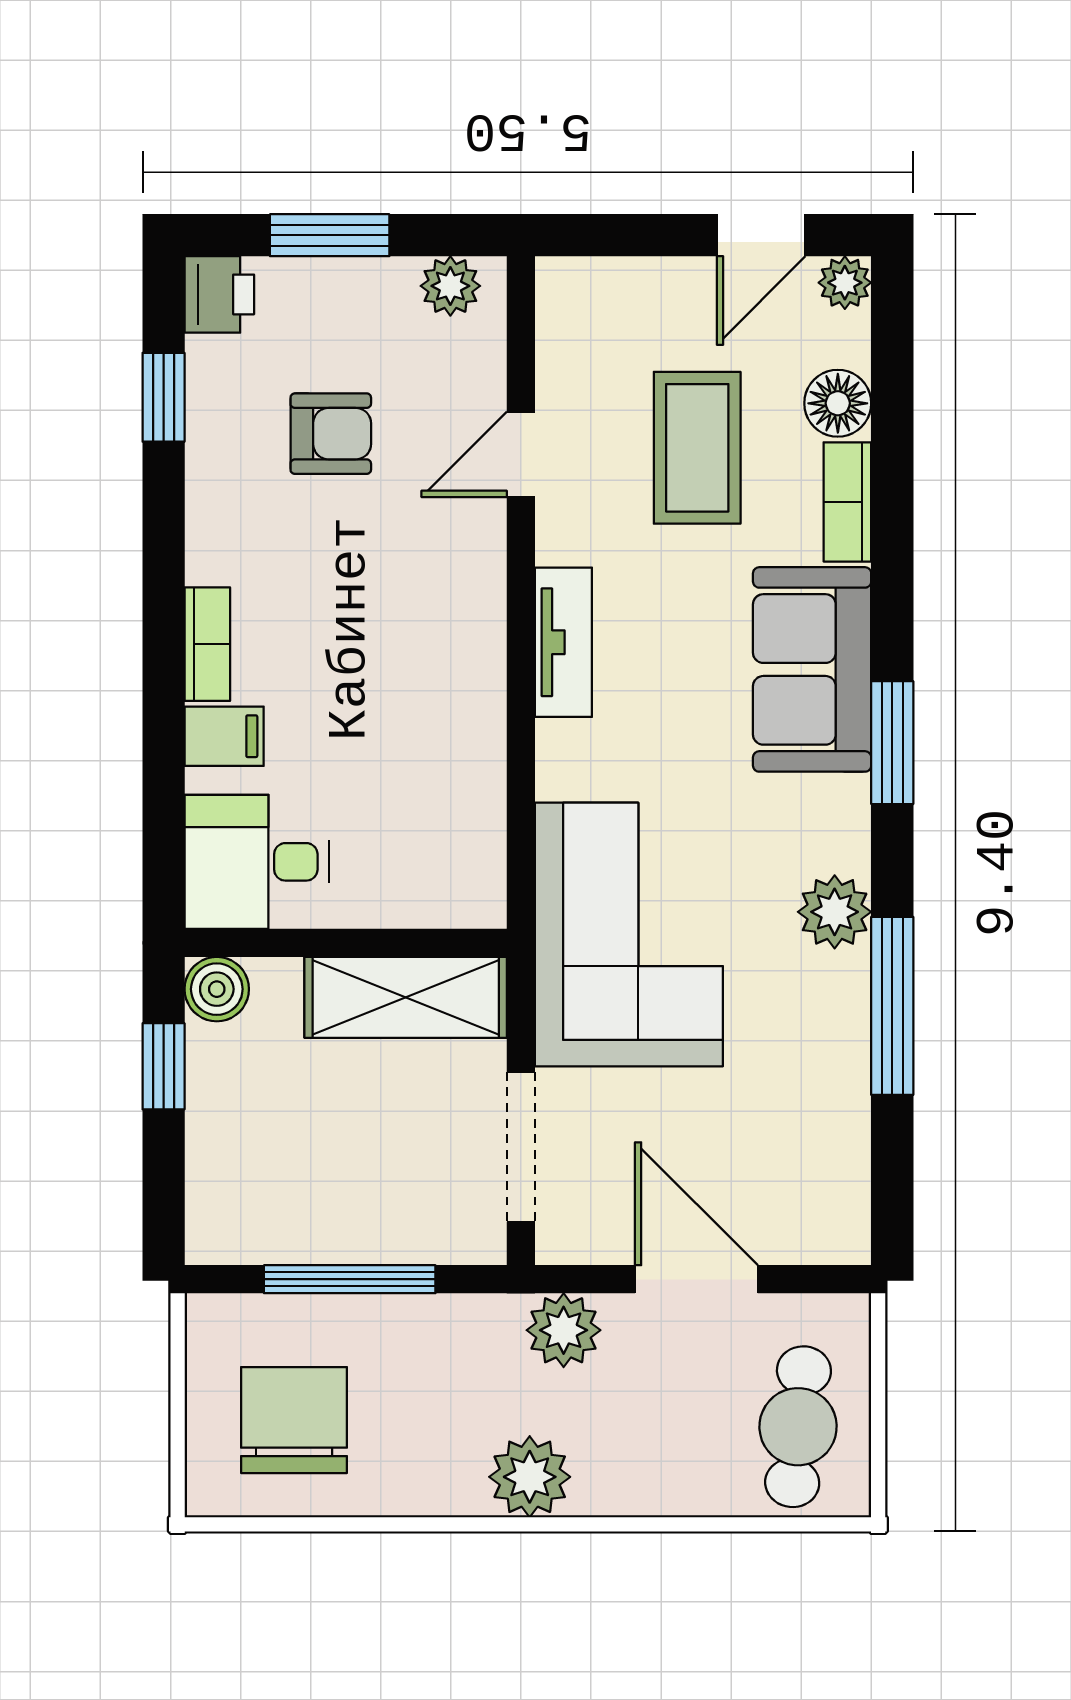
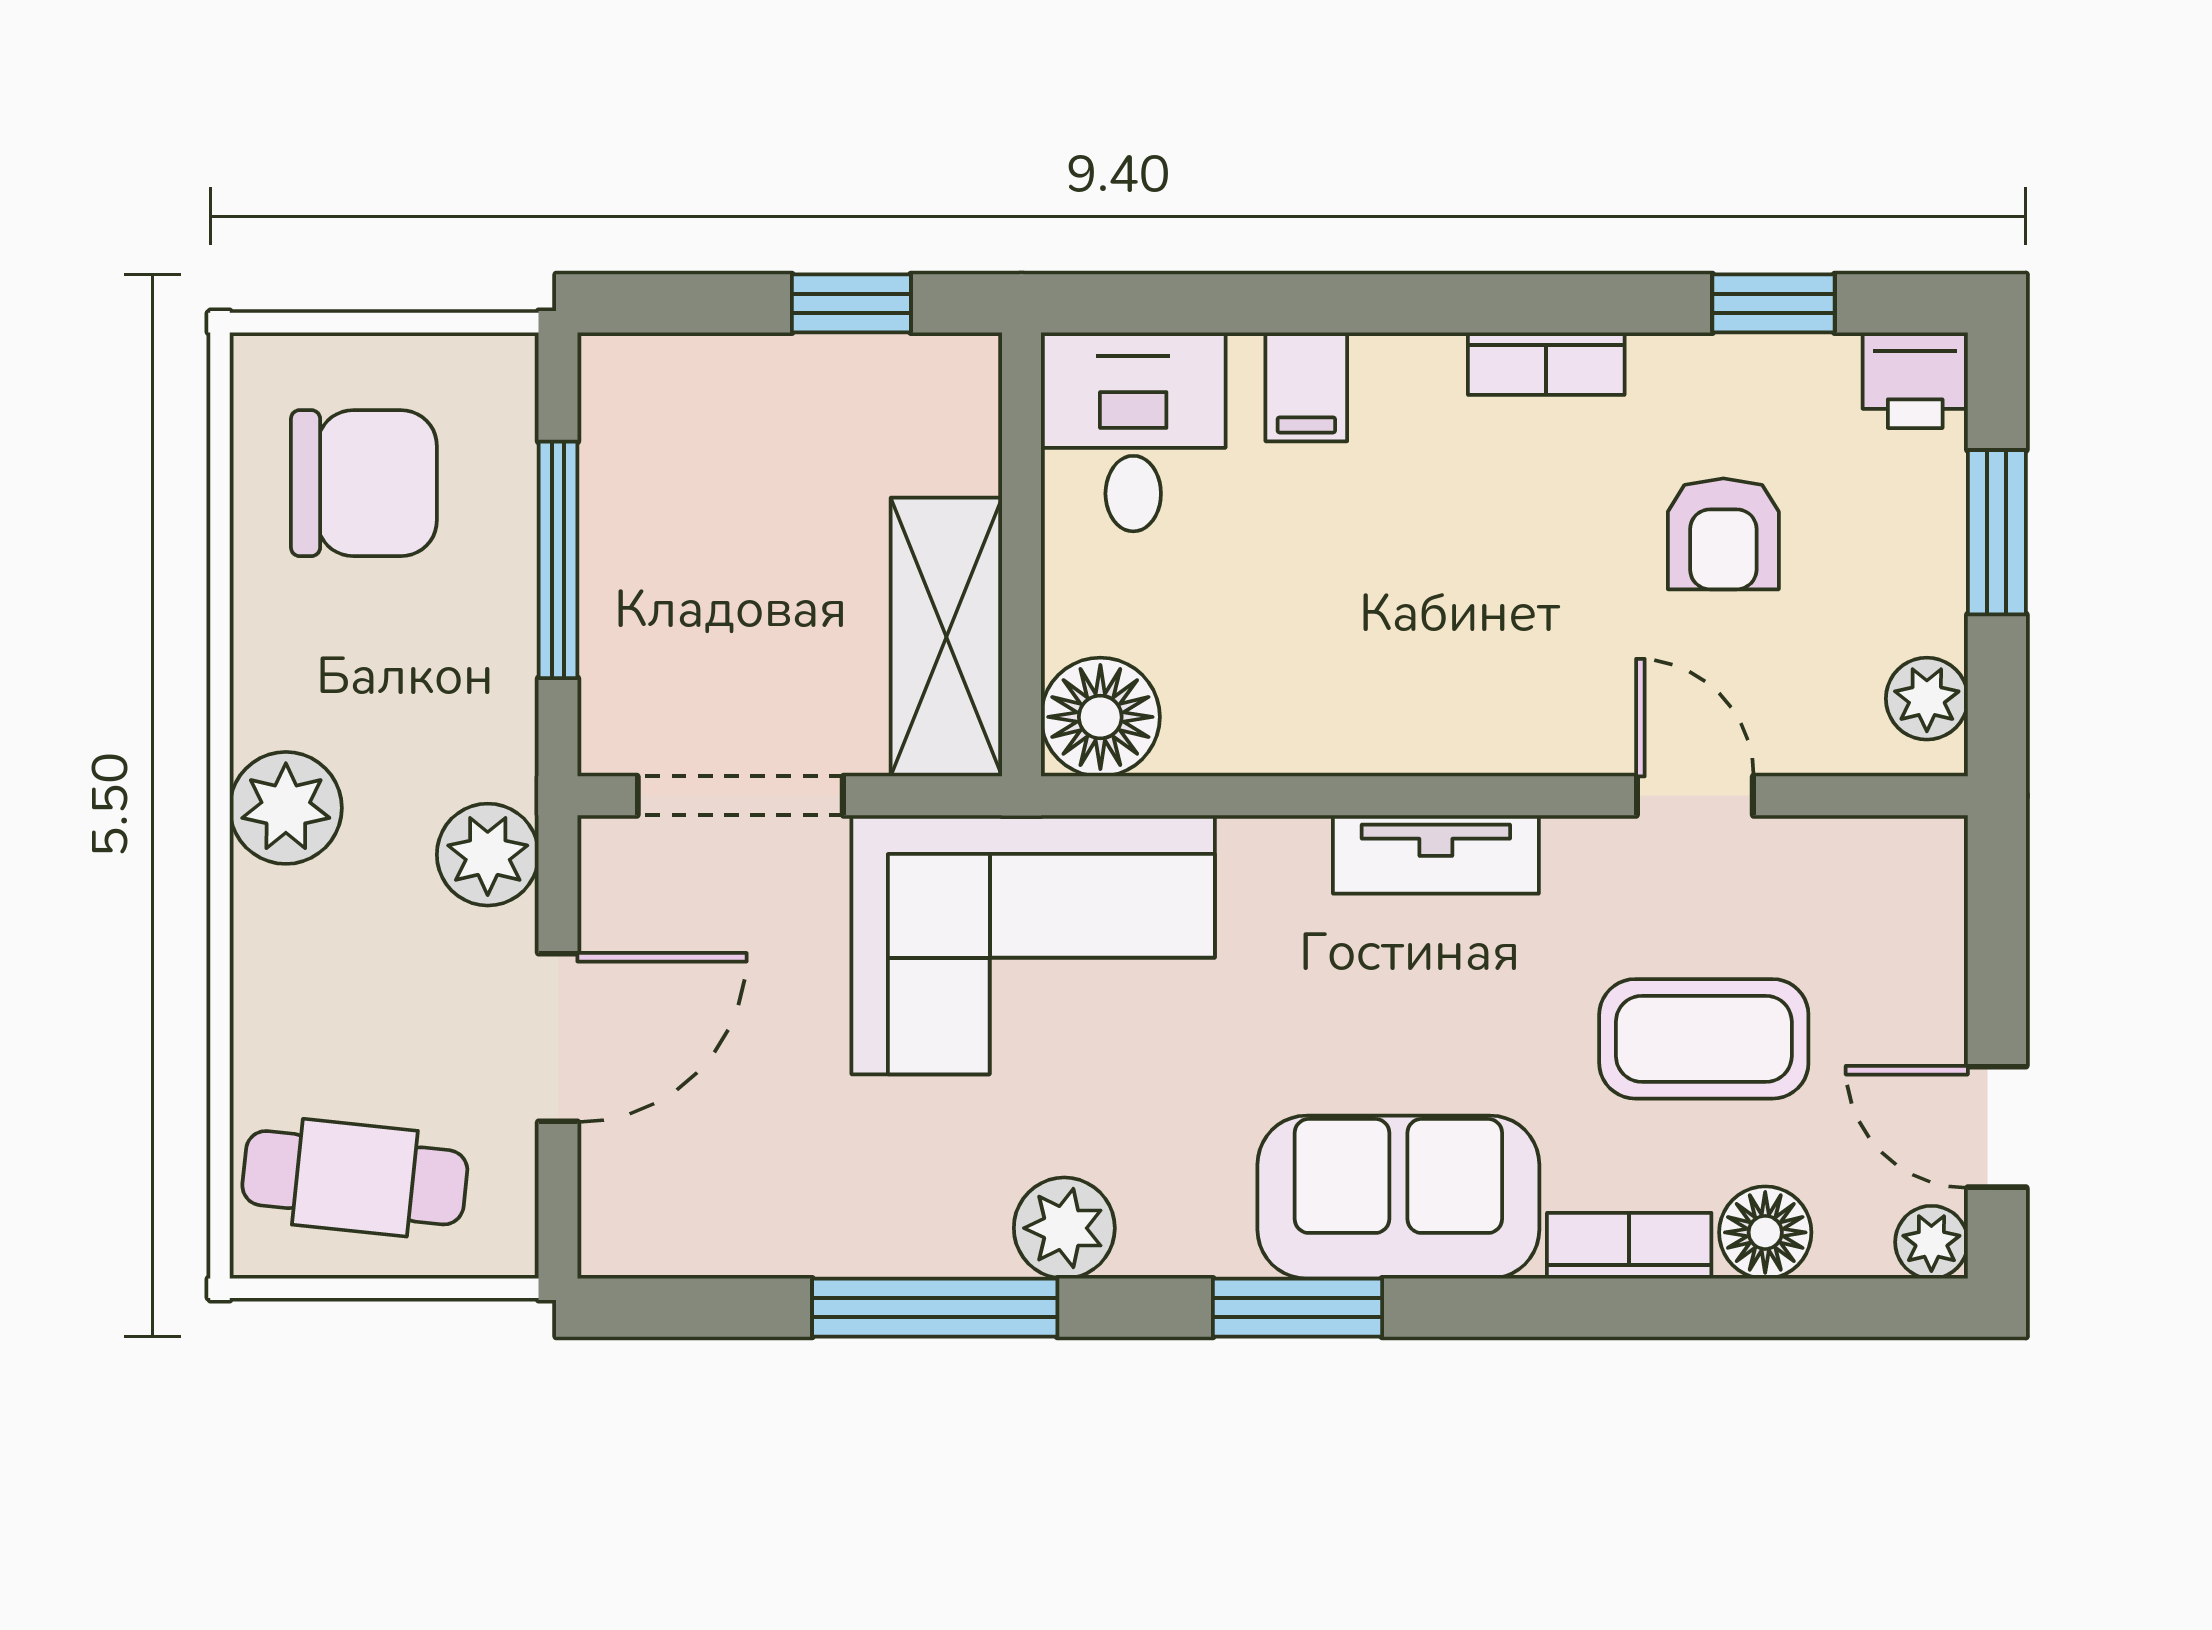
bookcase: (207, 644) -> (1546, 364), moved
floor lamp: (464, 886) -> (1100, 717), added
boiler: (217, 989) -> (958, 377), removed

